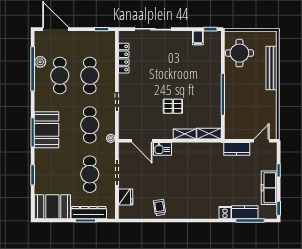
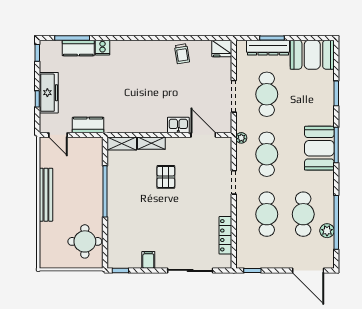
filing cabinet: (198, 38) -> (148, 260), moved
bench: (271, 68) -> (46, 195), moved
pallet: (173, 106) -> (166, 177), turned 90
door: (262, 141) -> (58, 135), hinge flipped
freezer: (269, 188) -> (49, 93), moved
fridge: (126, 197) -> (222, 49), moved, turned -90

